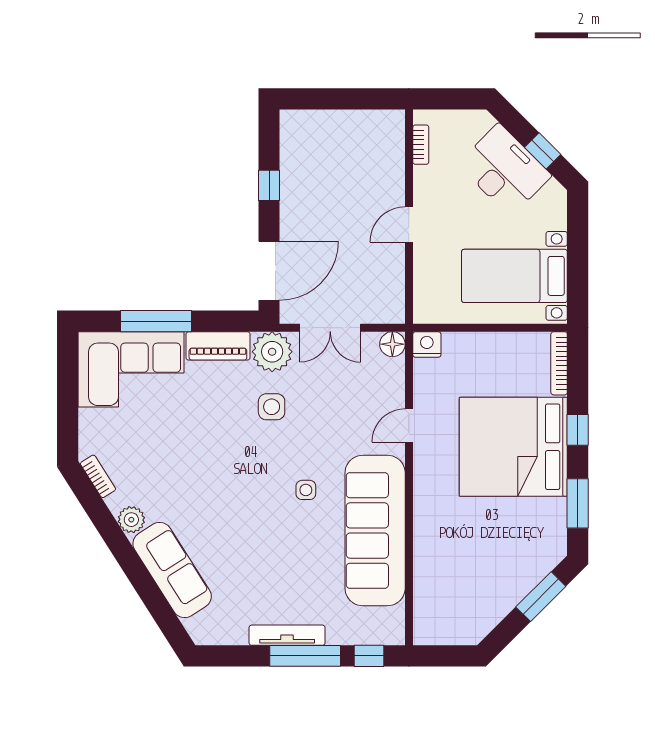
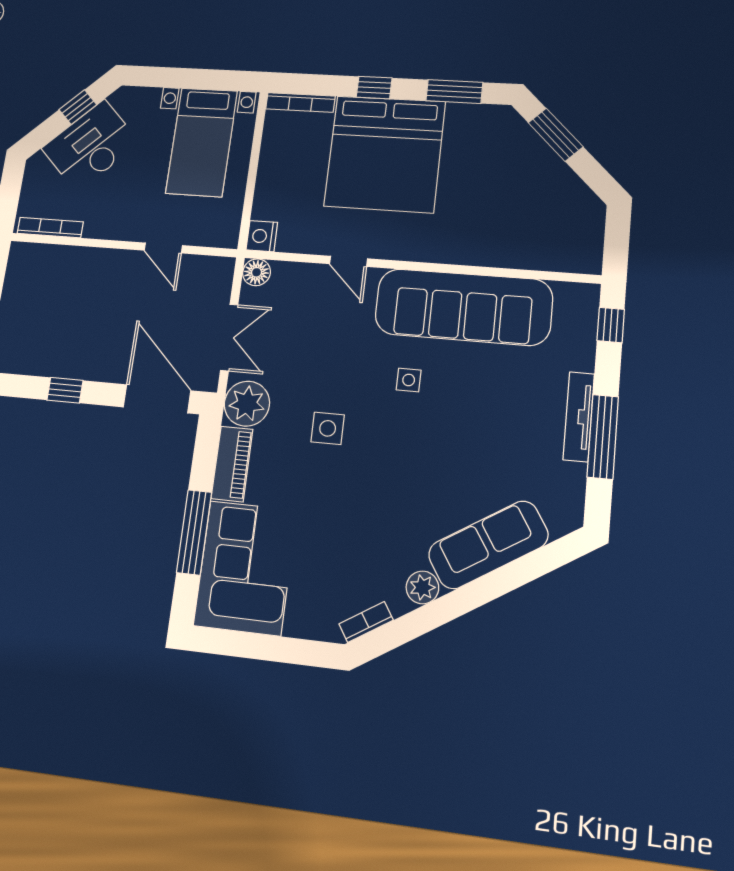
bookcase: (421, 145) -> (50, 228), width x1.56
door: (409, 225) -> (163, 248), moved
side table: (272, 407) -> (328, 428), moved
window: (305, 656) -> (603, 437), moved

